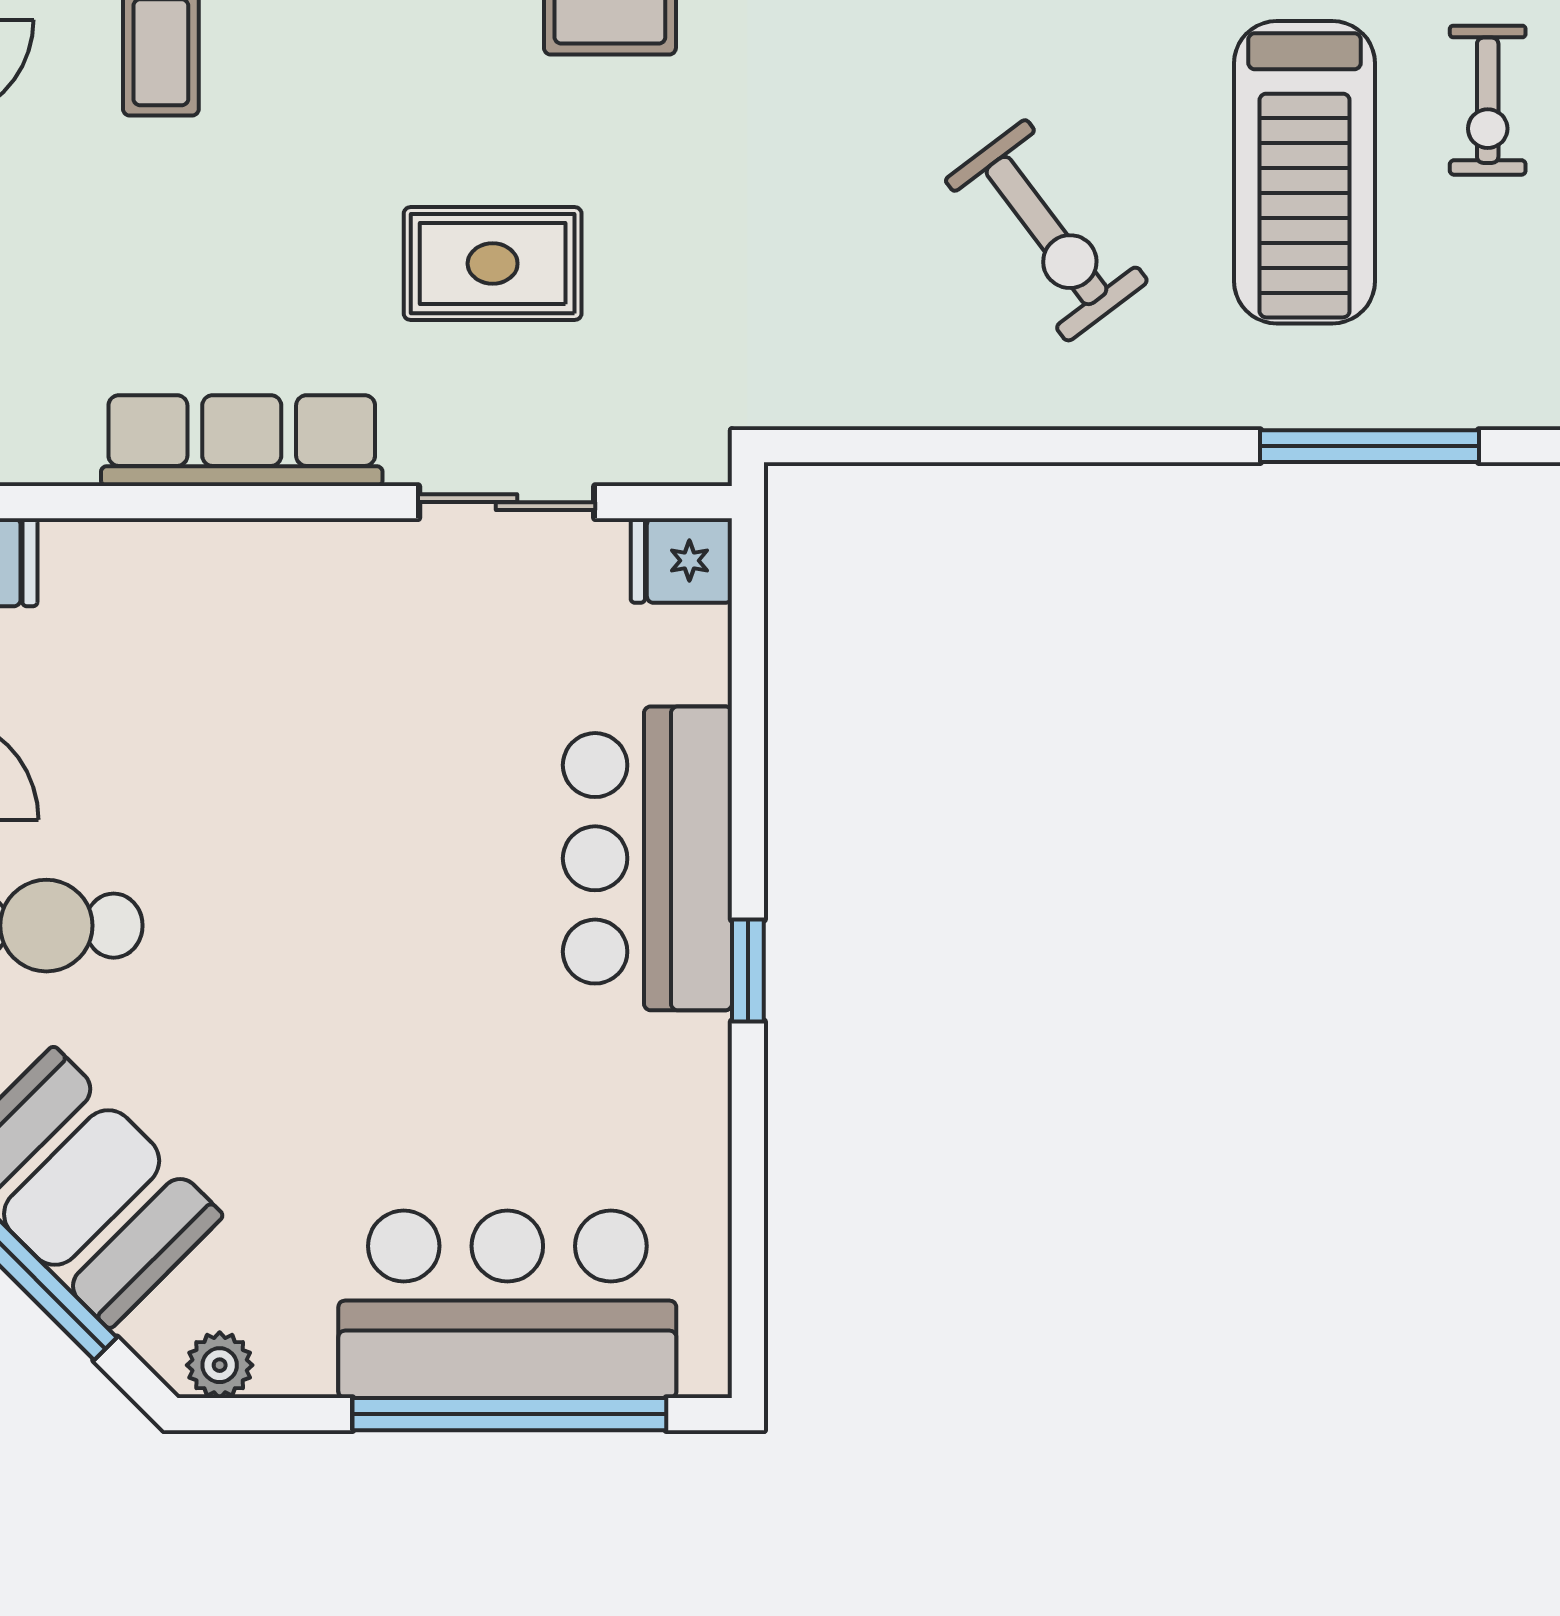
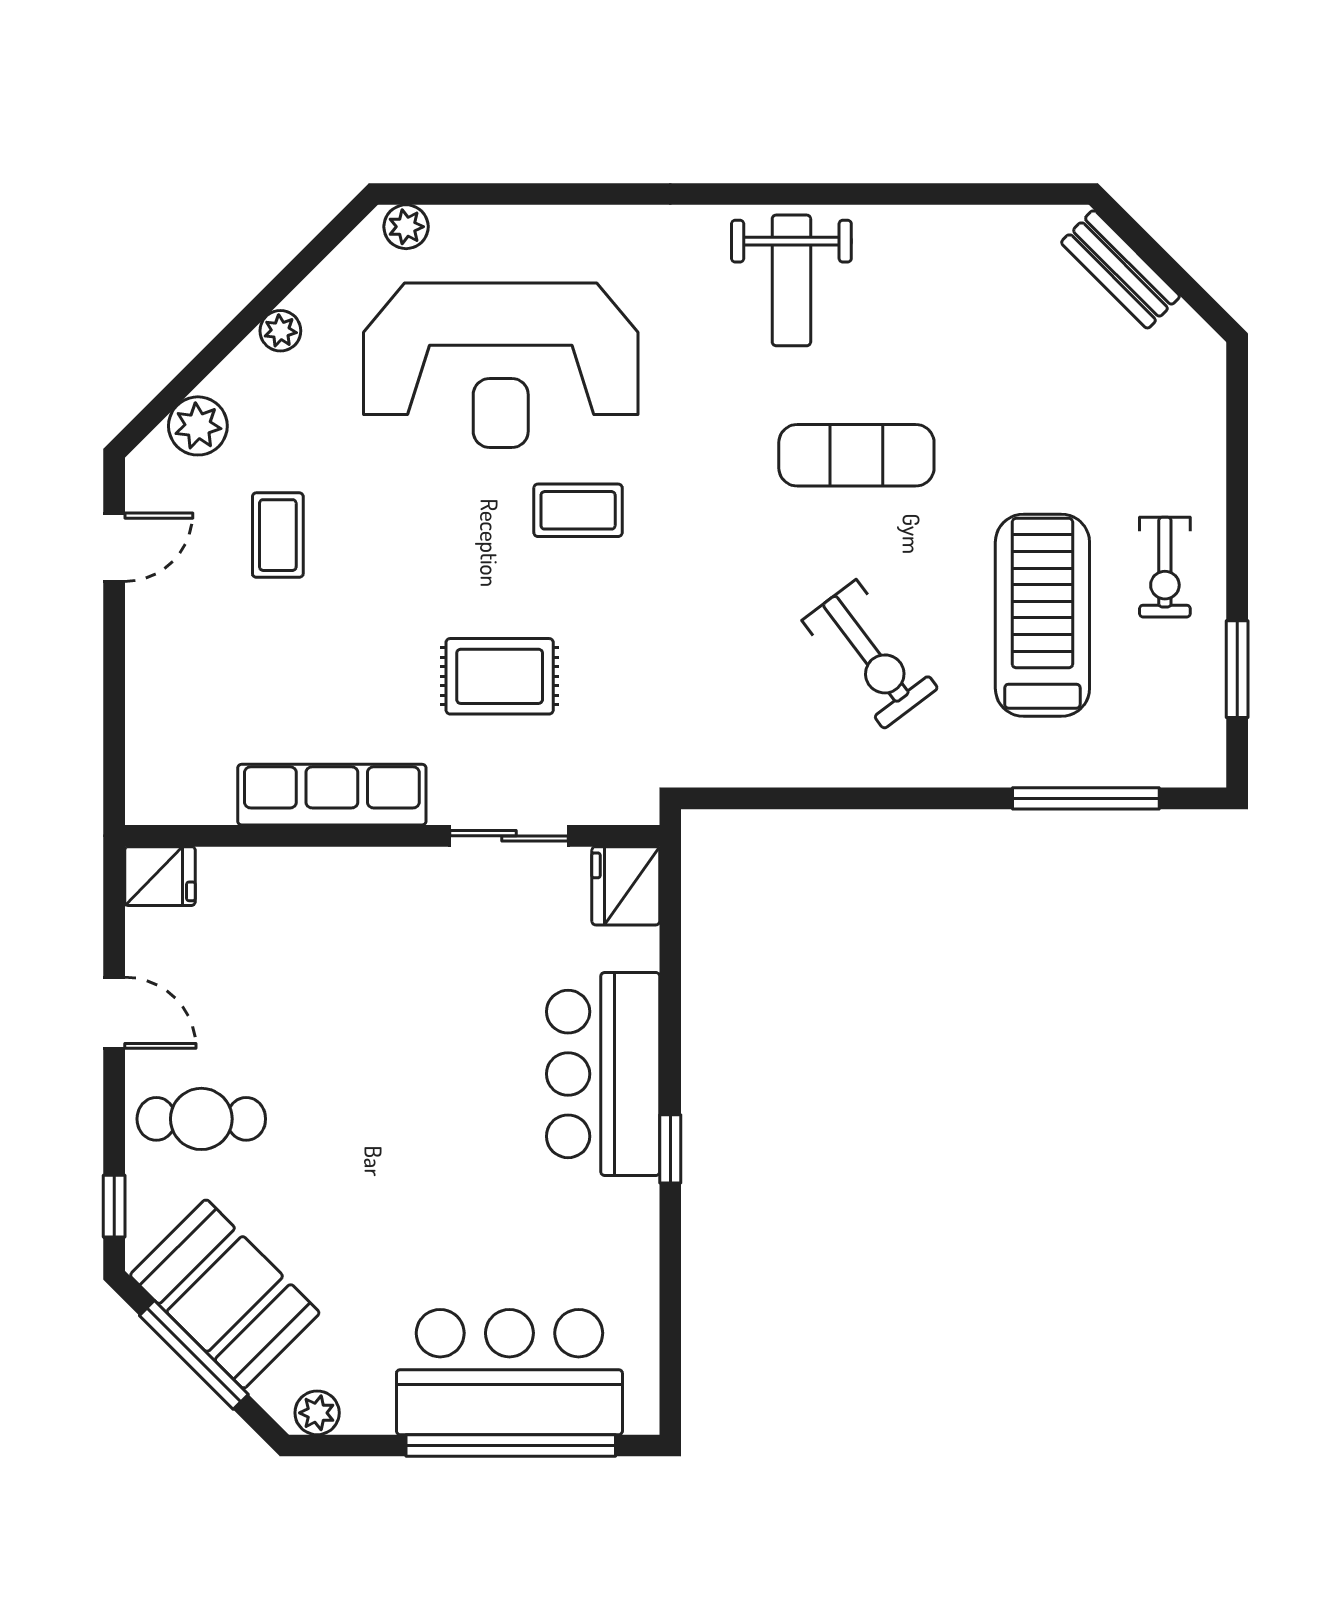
treadmill: (1305, 172) -> (1042, 615), turned 180
fridge: (681, 561) -> (626, 886), width x1.38

